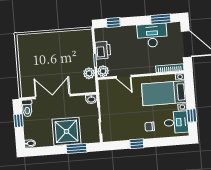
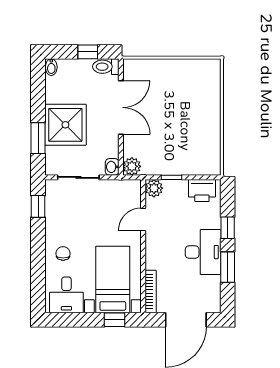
window: (161, 19) -> (228, 267), moved
window: (113, 23) -> (228, 228), moved
desk: (152, 36) -> (203, 252), moved
printer: (103, 50) -> (202, 190), moved
plant: (89, 73) -> (132, 166), moved
window: (192, 116) -> (114, 320), moved
window: (137, 144) -> (38, 206), moved

